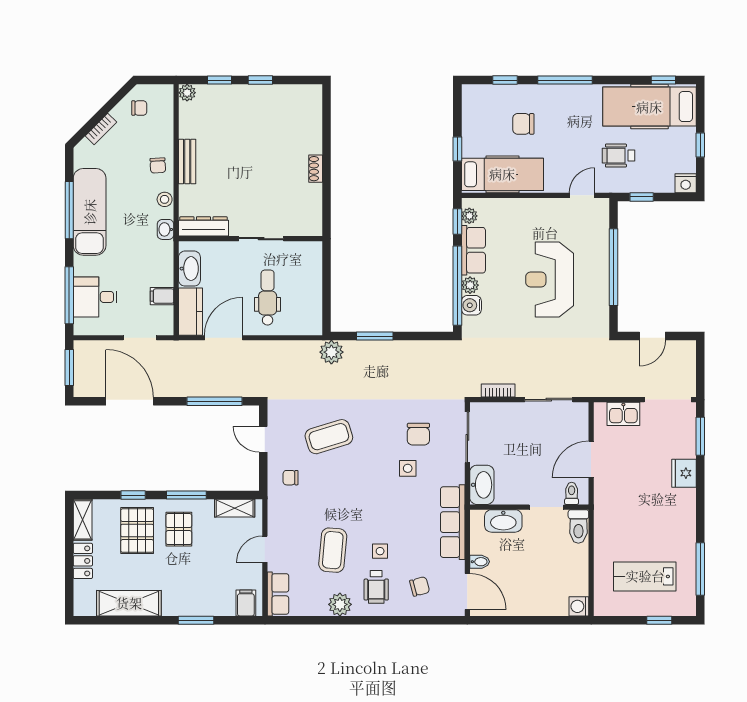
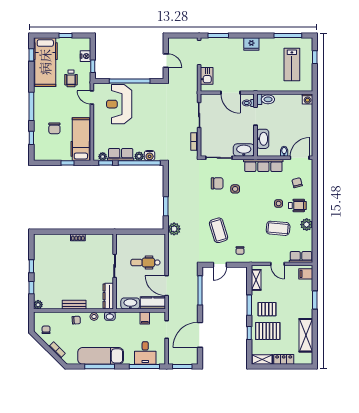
nightstand: (686, 183) -> (86, 56), moved
reception desk: (550, 279) -> (119, 104), moved, turned 90
fridge: (684, 473) -> (251, 44), moved

